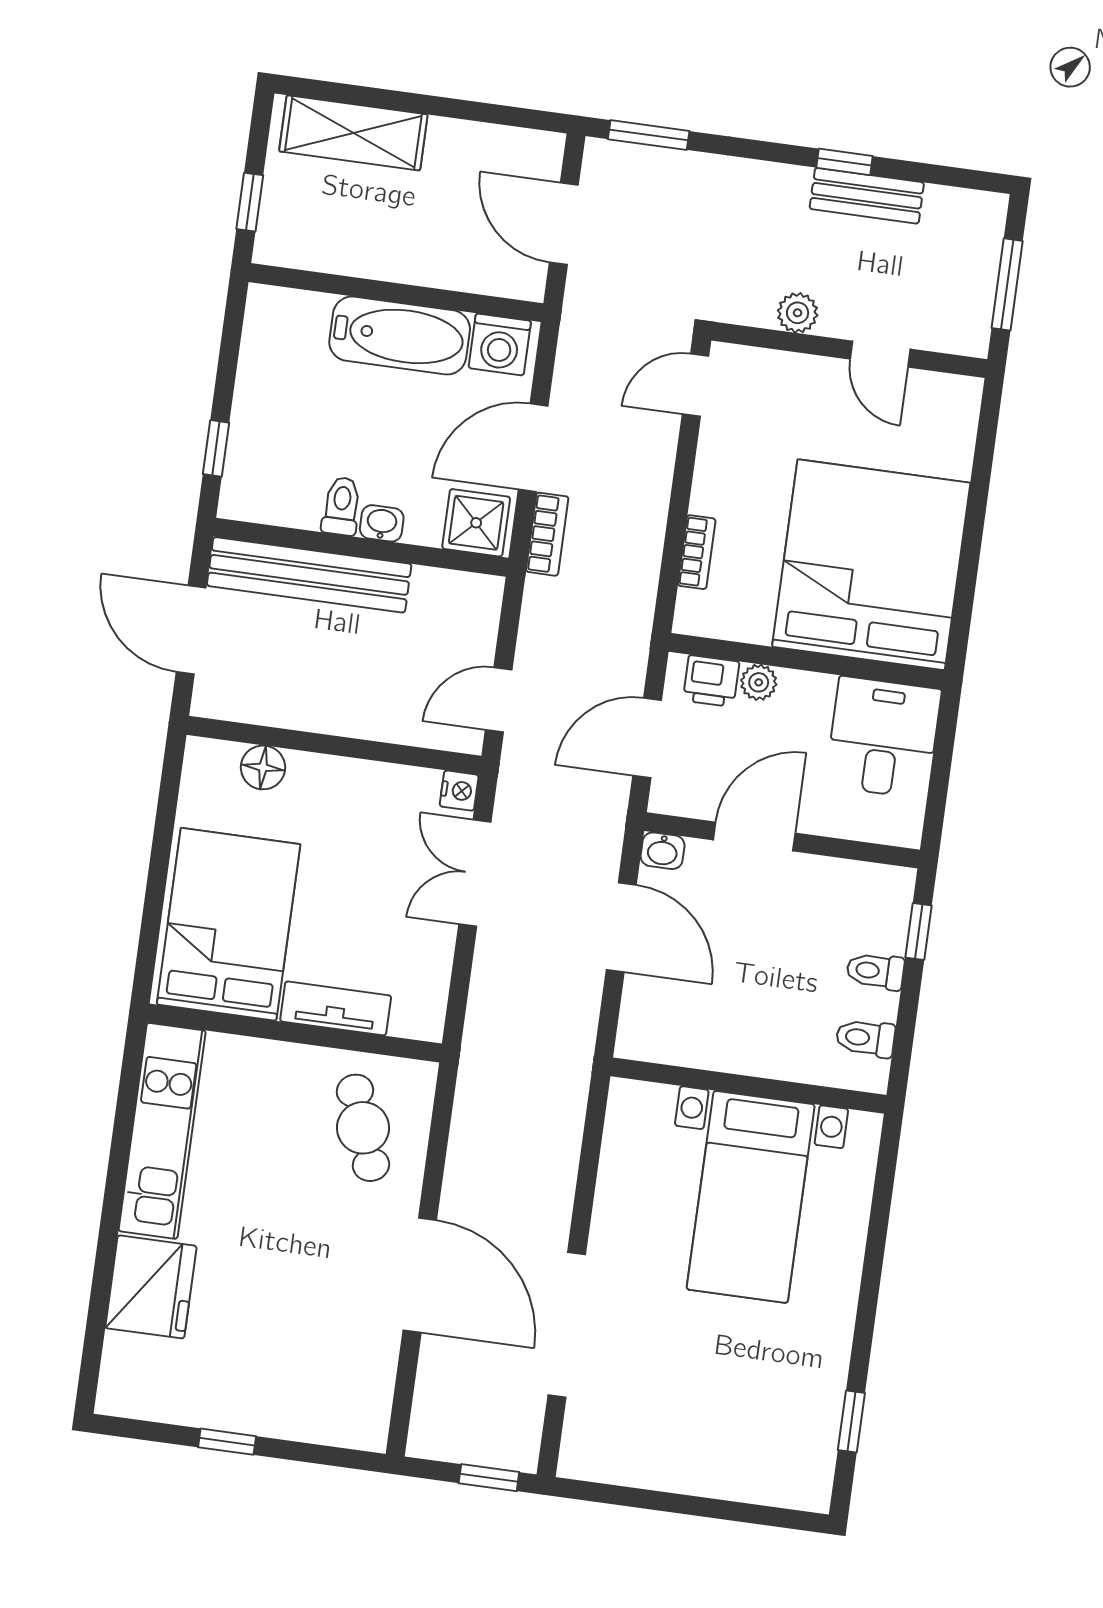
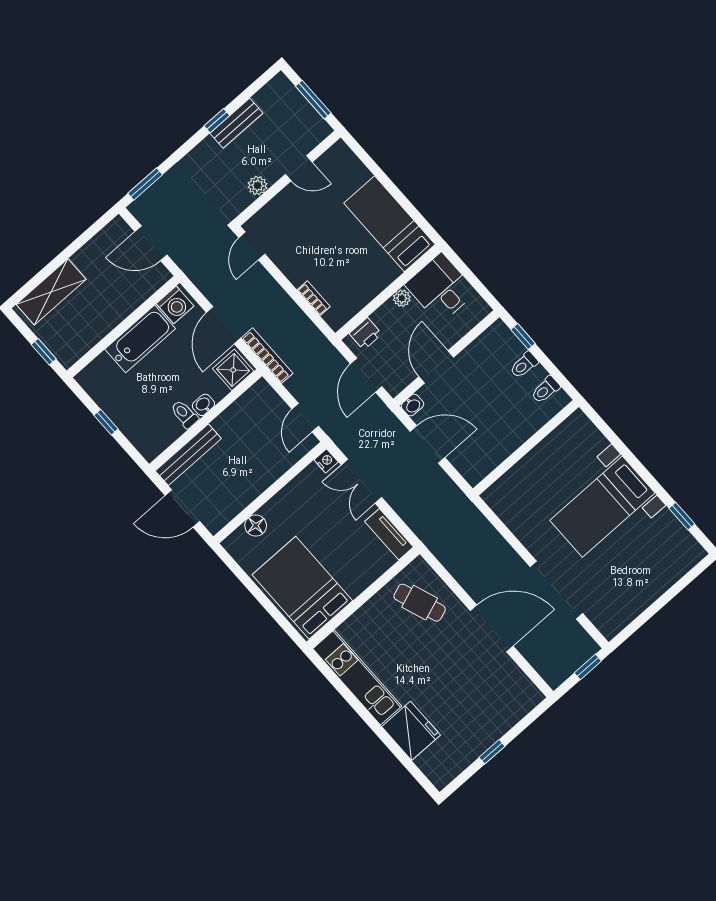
window: (216, 448) -> (106, 422), moved
bookcase: (547, 534) -> (267, 356), width x1.56
bed: (871, 565) -> (389, 224), width x0.49
bench: (309, 575) -> (188, 455), width x0.73, depth x0.82
plant: (759, 682) -> (402, 298), moved
tv unit: (336, 1008) -> (389, 534), moved, turned -90
bed with nightstands: (751, 1197) -> (602, 507), moved, turned 90

